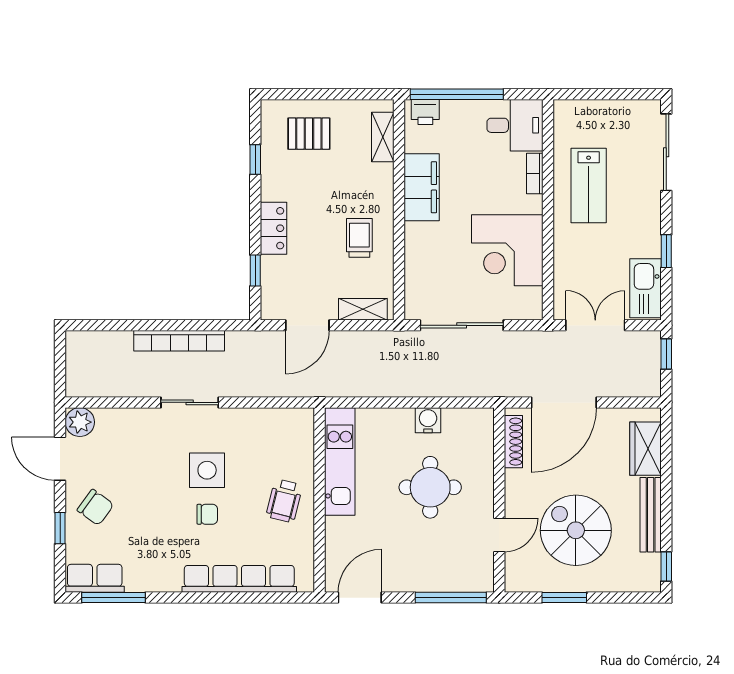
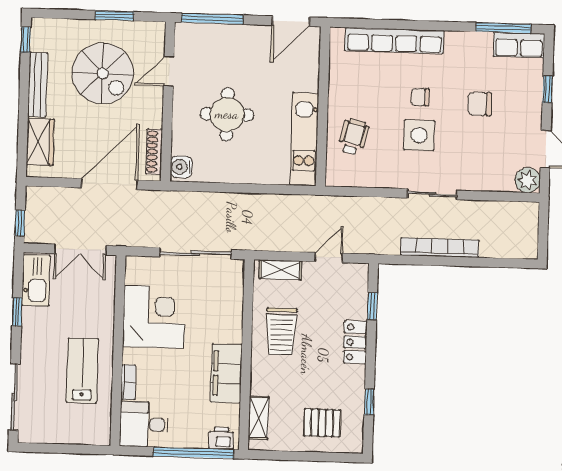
trolley: (359, 238) -> (281, 331), width x1.36, depth x1.39
door: (307, 325) -> (329, 257), width x0.73
water cooler: (428, 420) -> (181, 167), moved, turned 90
wheelchair: (284, 501) -> (353, 137), moved
chair: (95, 507) -> (480, 104), moved, turned -36

